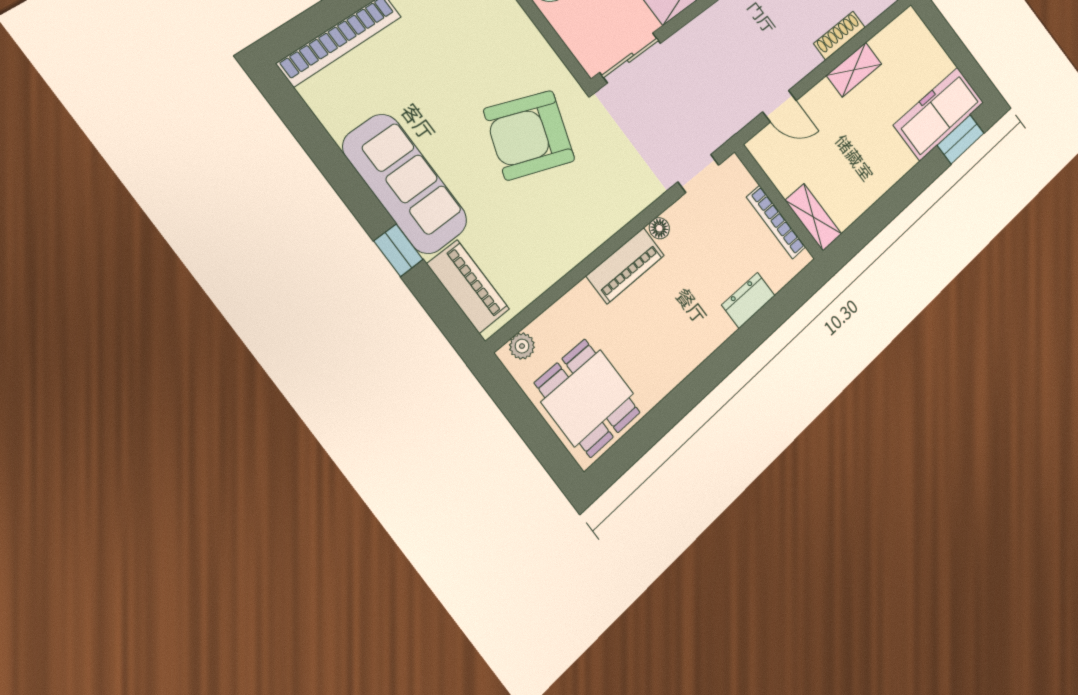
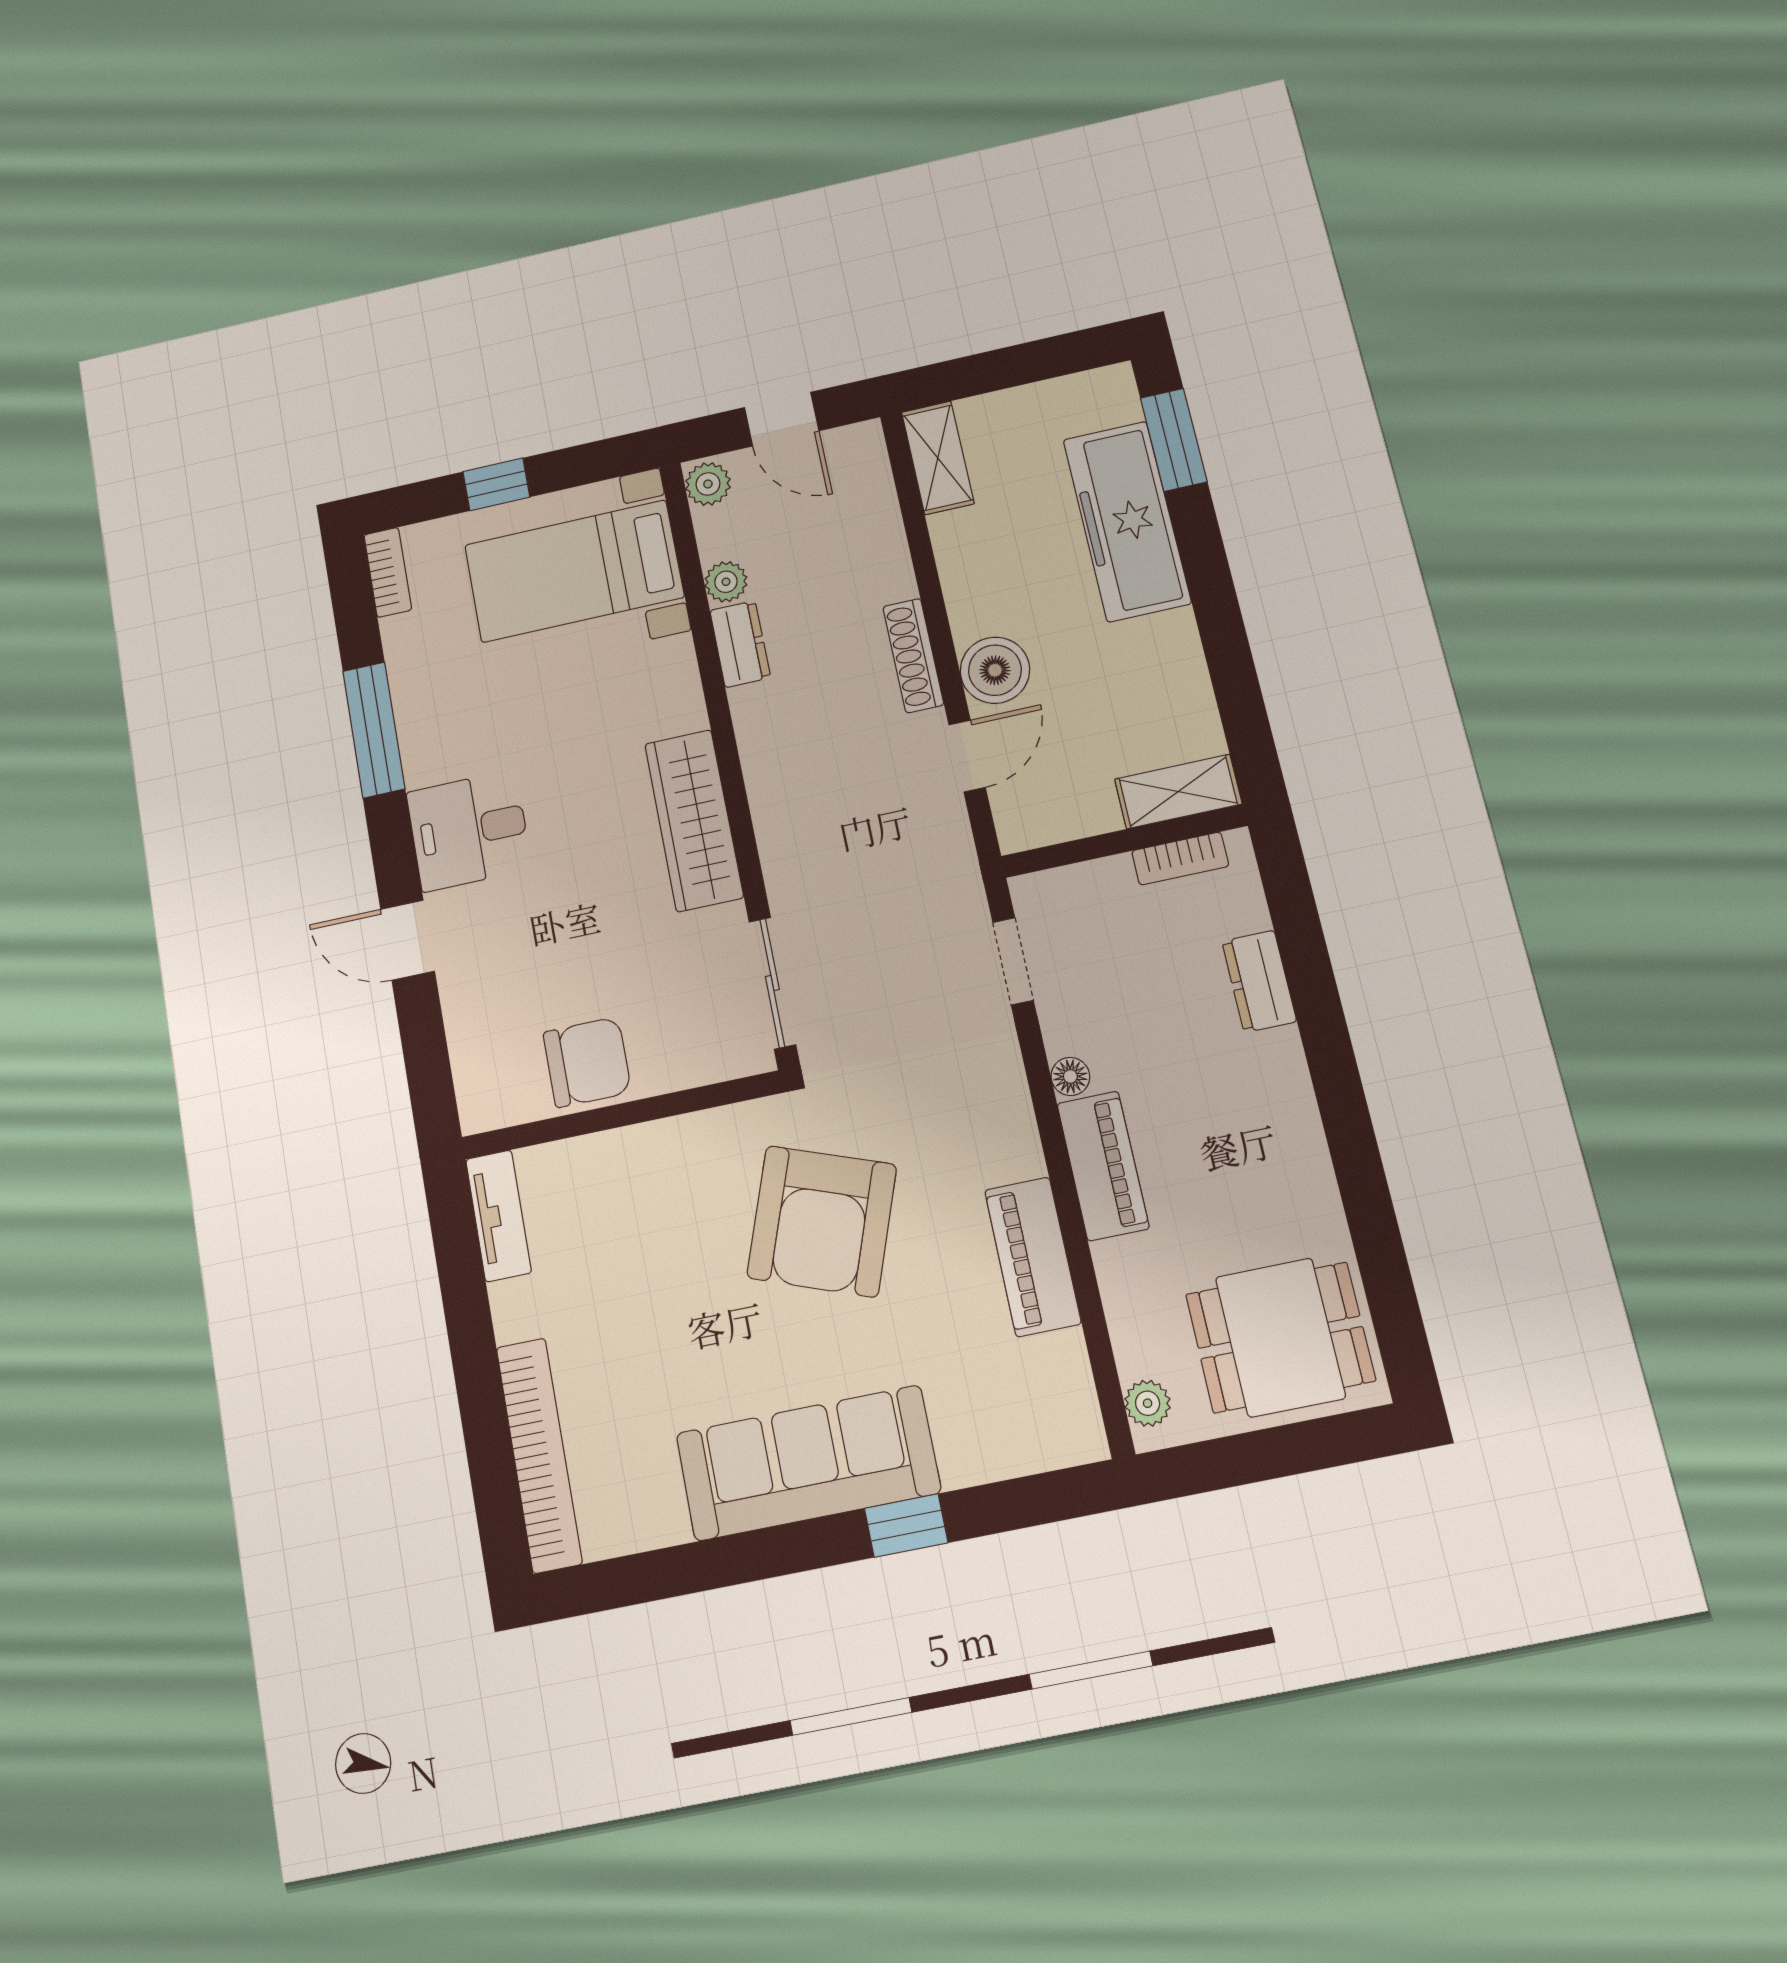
shoe rack: (839, 35) -> (913, 655), moved
shelving: (854, 70) -> (938, 458), moved
boiler: (823, 102) -> (995, 670), added
freezer: (939, 114) -> (1127, 521), moved
bookcase: (776, 222) -> (1180, 859), width x0.64
piano: (468, 286) -> (1033, 1257), moved, turned -90

